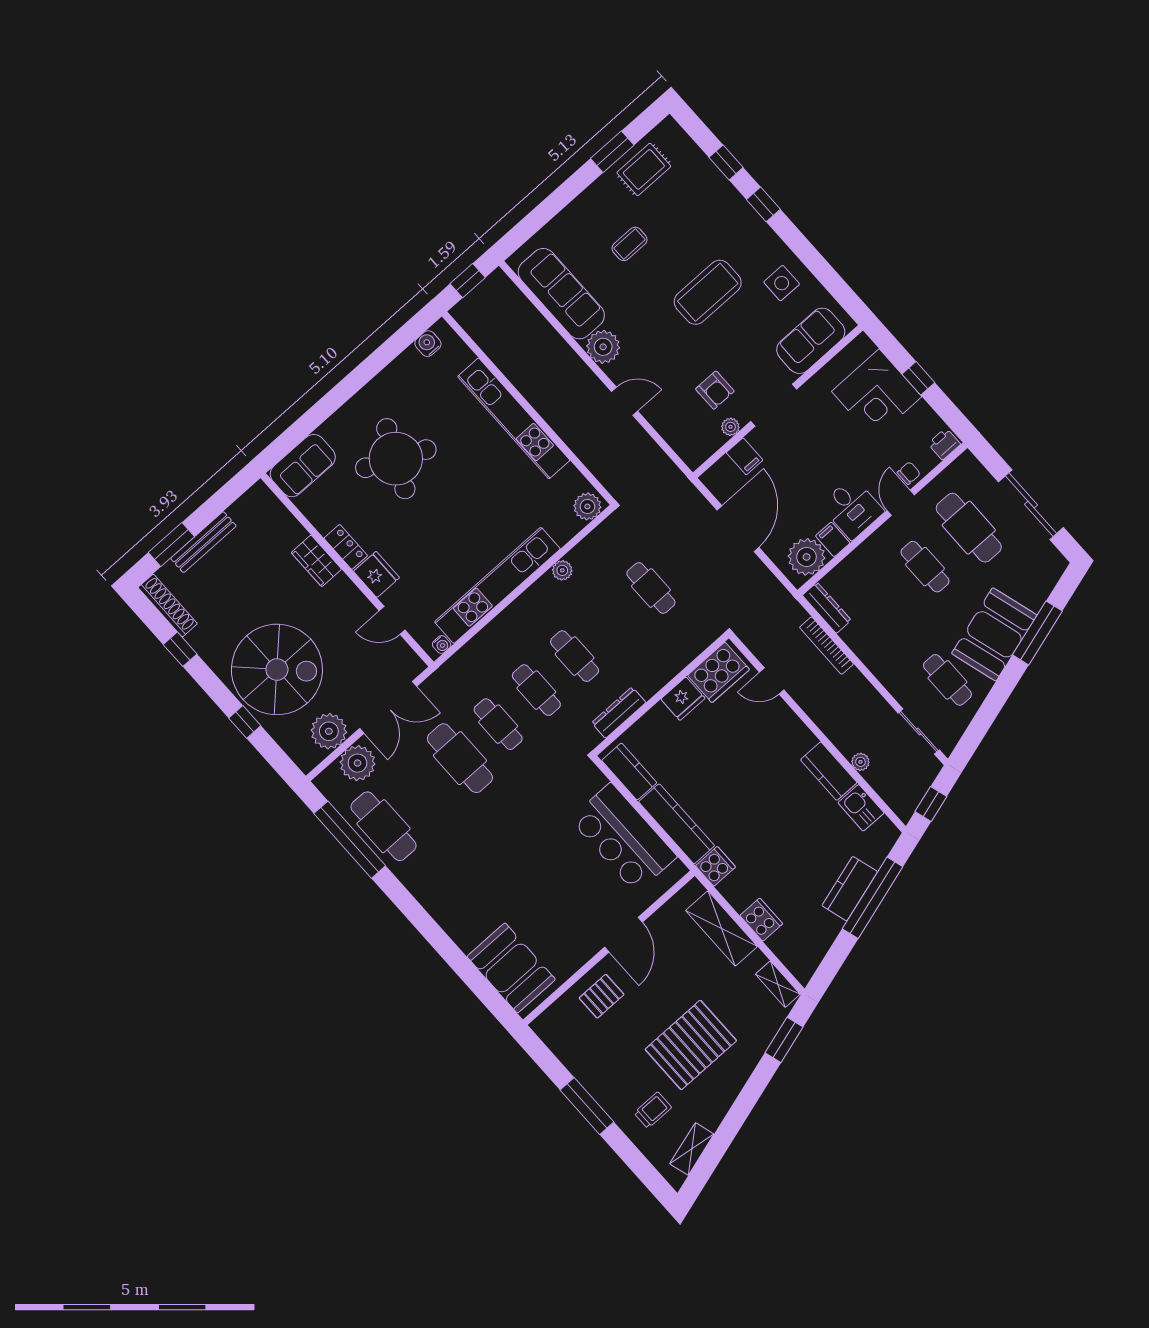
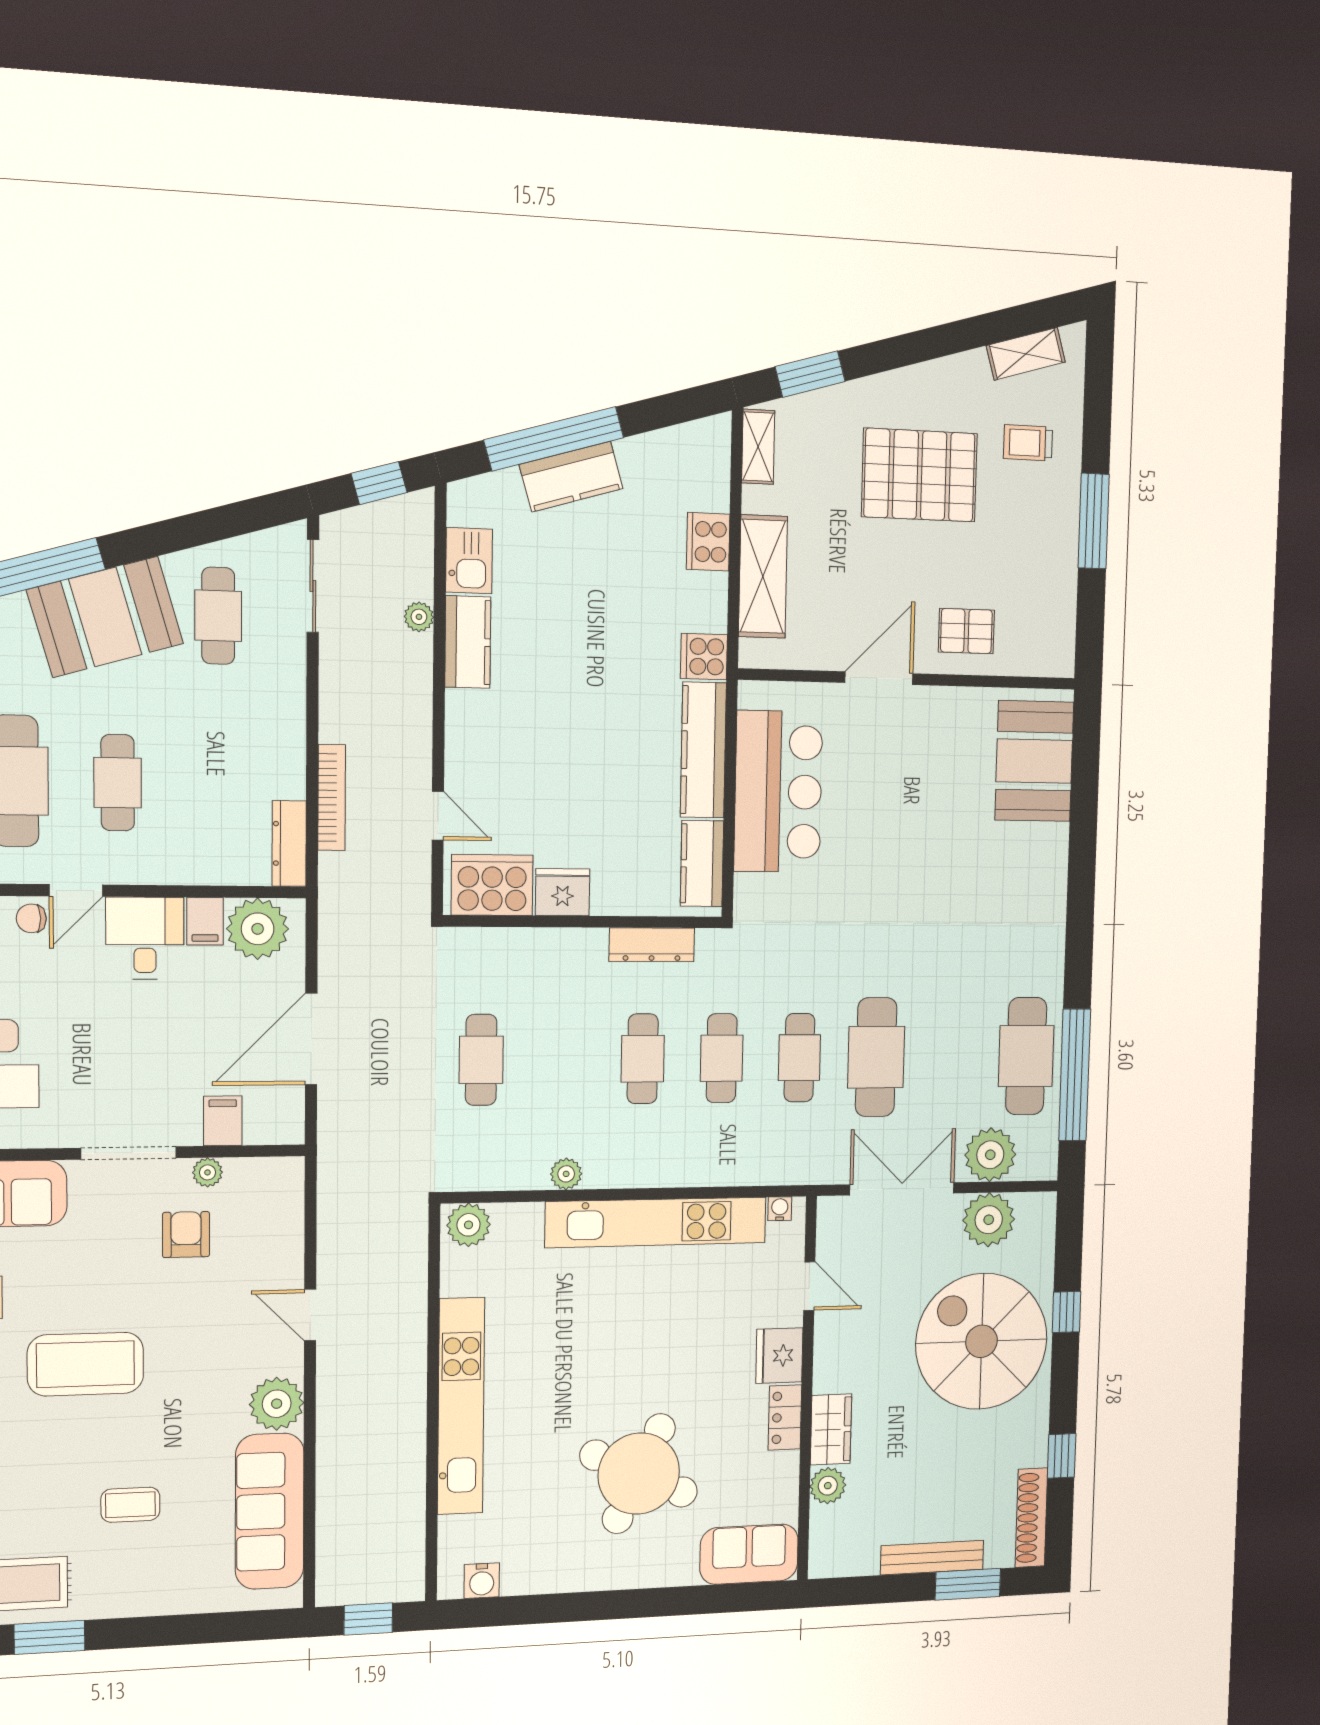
plant: (292, 532) -> (828, 1486), added

